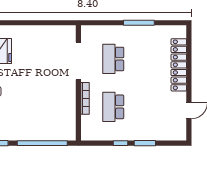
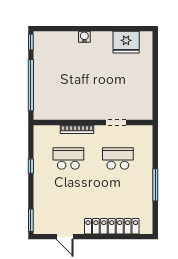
doorway: (78, 61) -> (116, 122), width x0.53
window: (145, 143) -> (31, 220), moved

